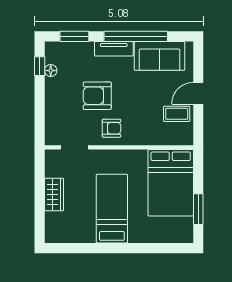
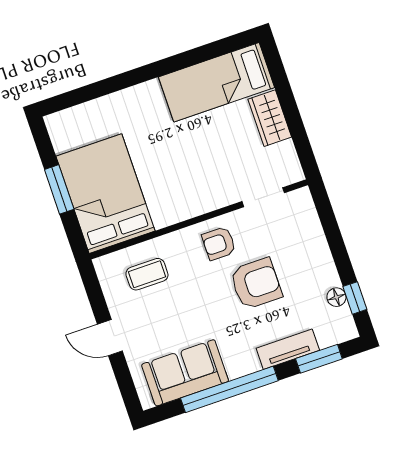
tv unit: (114, 49) -> (288, 349), moved
door: (198, 93) -> (110, 338), swing flipped
coffee table: (177, 114) -> (147, 274), moved
bed: (112, 209) -> (217, 82), moved, turned 90
window: (198, 209) -> (59, 189), moved

